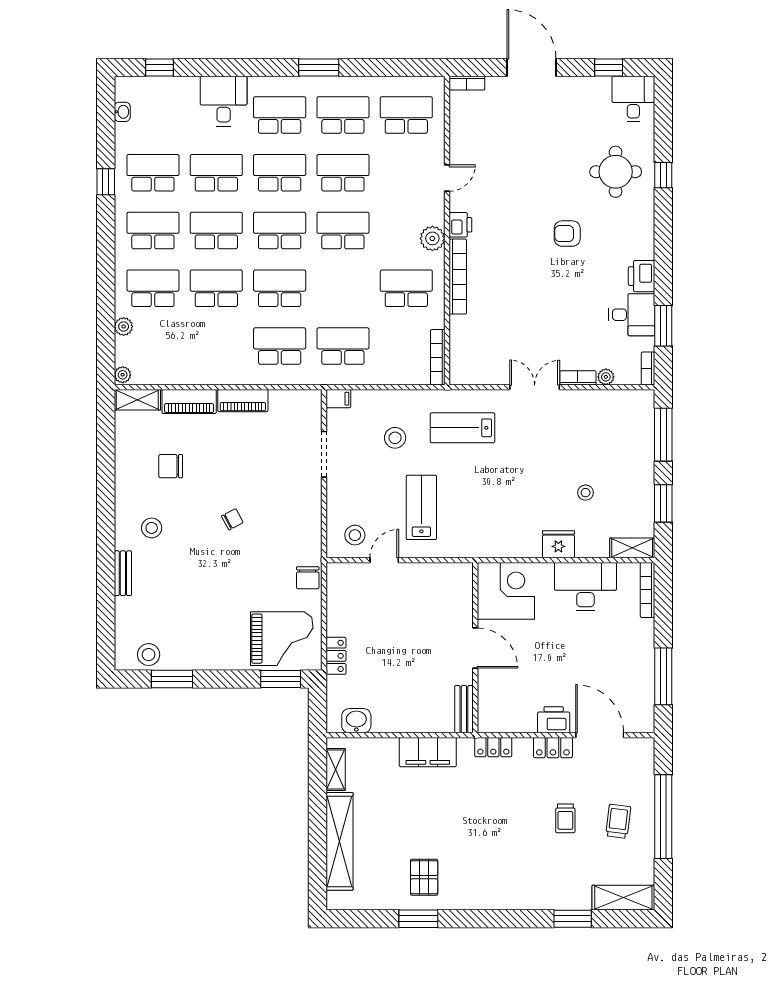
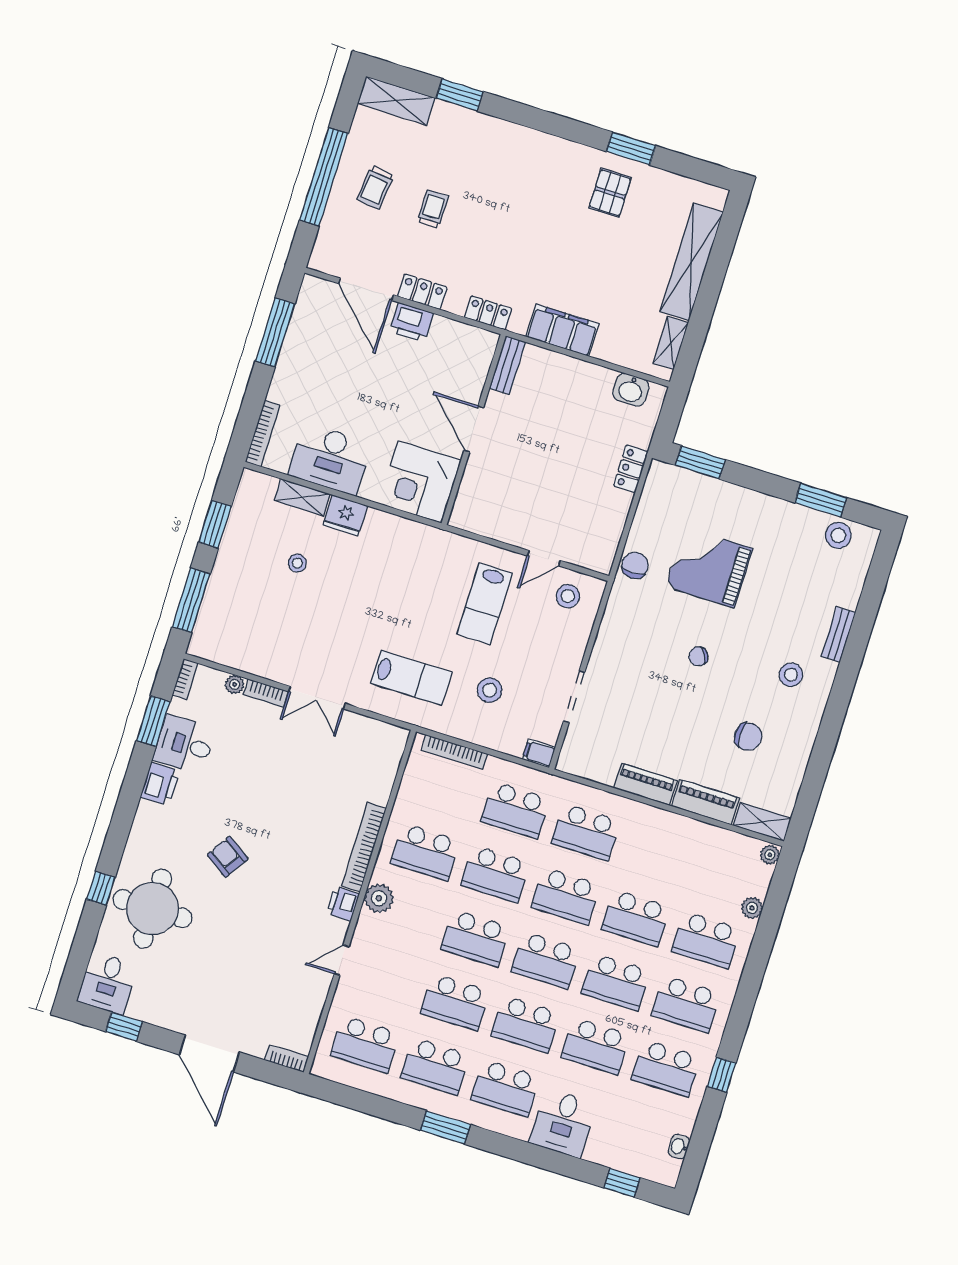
round table: (616, 172) -> (152, 909), width x1.36, depth x1.36
armchair: (567, 234) -> (228, 857), turned -147
school desk: (343, 288) -> (495, 874), added
bookcase: (438, 357) -> (454, 752), moved, turned 90
shelving: (632, 548) -> (302, 497), moved
grand piano: (282, 639) -> (709, 568), moved

